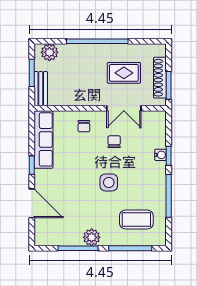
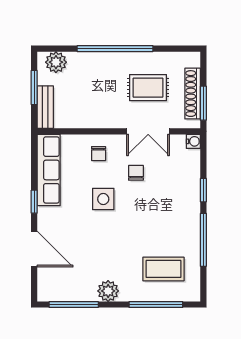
water cooler: (161, 155) -> (193, 141), moved
side table: (109, 182) -> (103, 199), moved
window: (78, 248) -> (74, 305), moved

